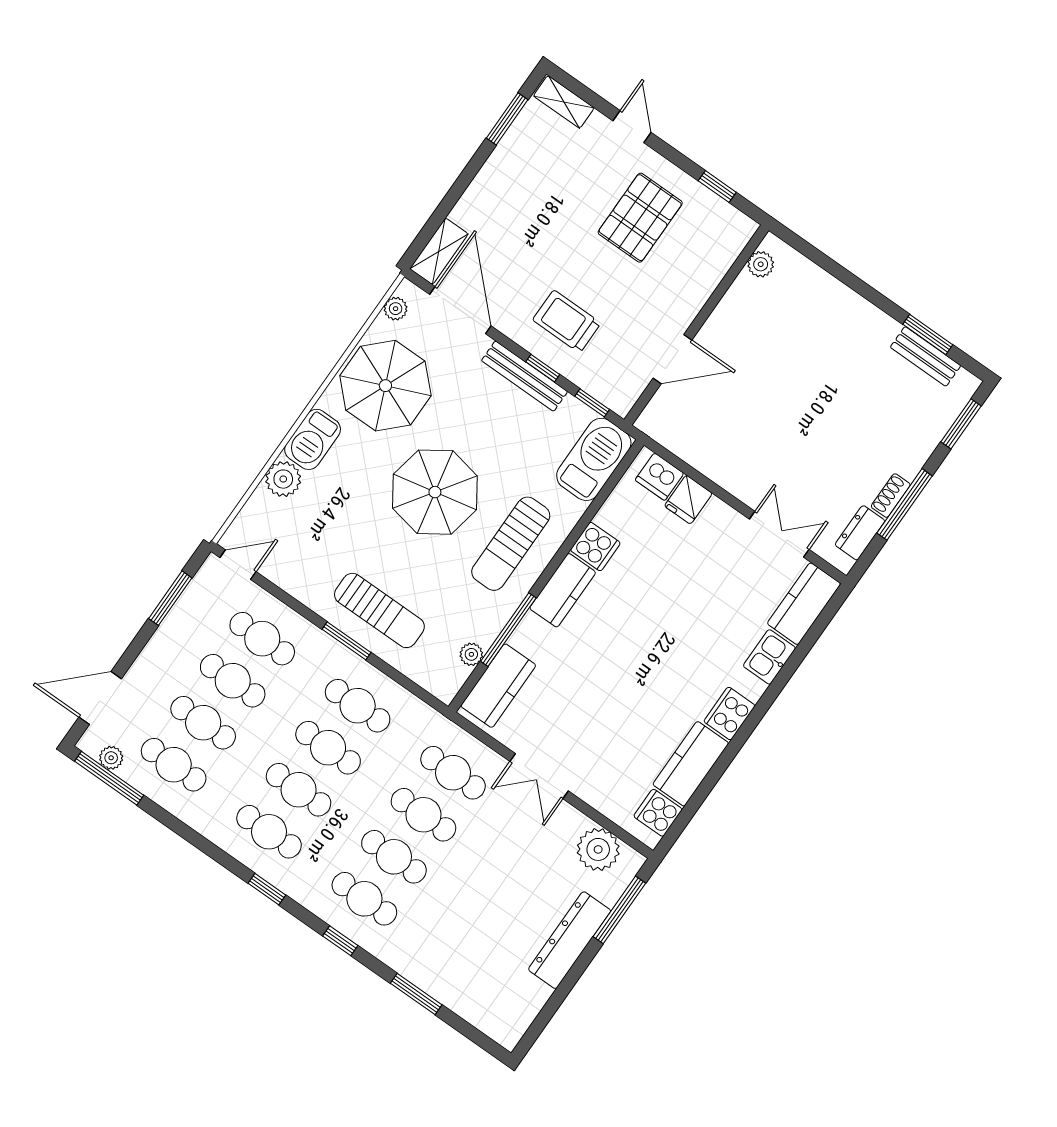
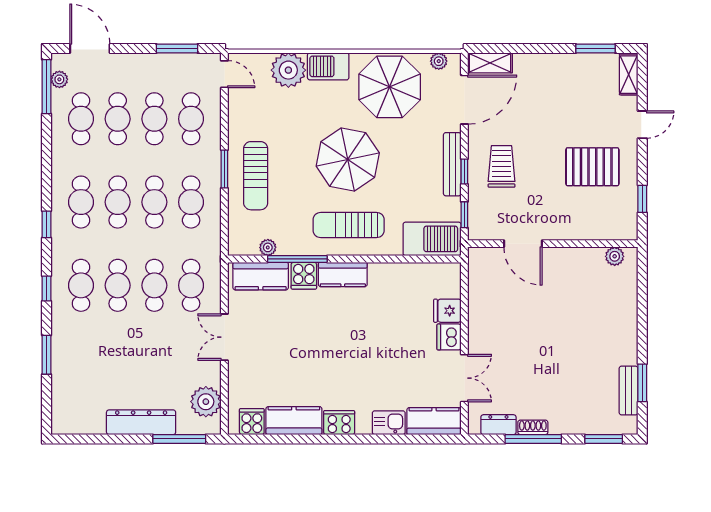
dishwasher: (660, 477) -> (449, 337), moved
plant: (283, 479) -> (288, 70), width x1.36, depth x1.36
cooker: (595, 547) -> (304, 276), moved

